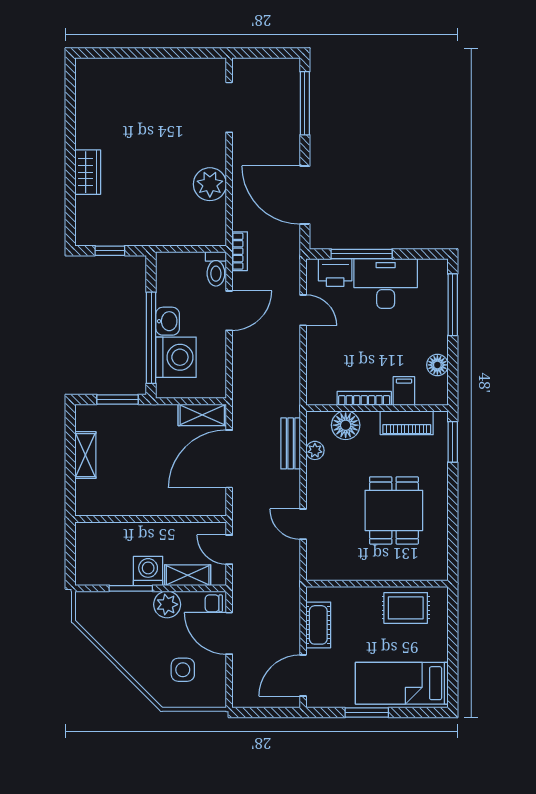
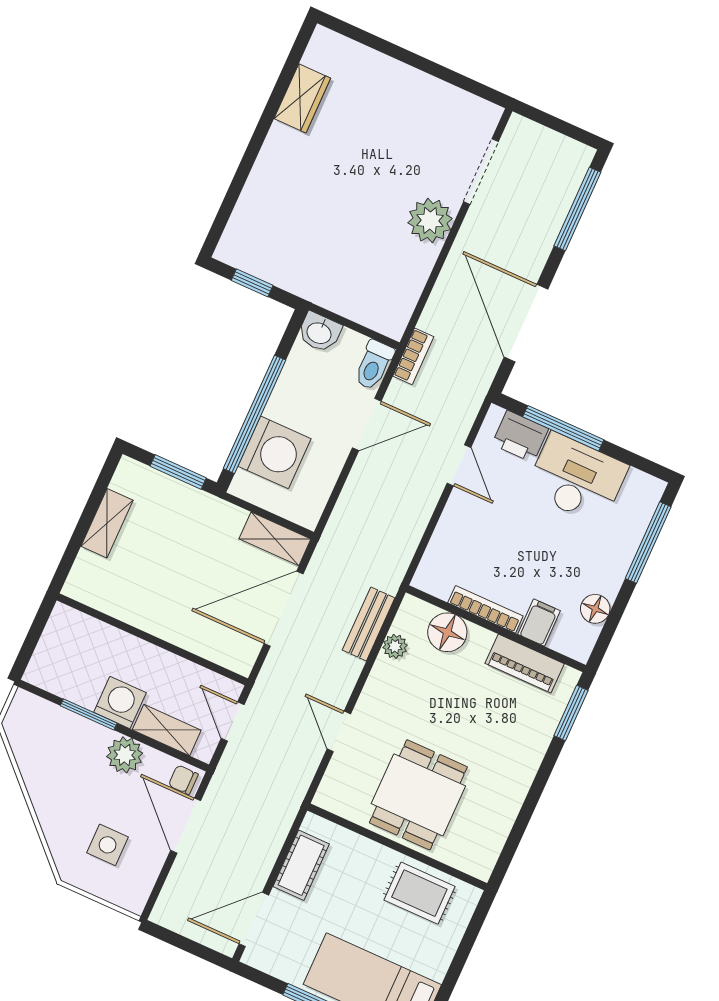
wardrobe: (88, 172) -> (302, 98), moved
plant: (210, 184) -> (430, 221), moved
washbasin: (168, 321) -> (319, 332), moved, turned 90
dining table: (394, 510) -> (418, 795), moved

